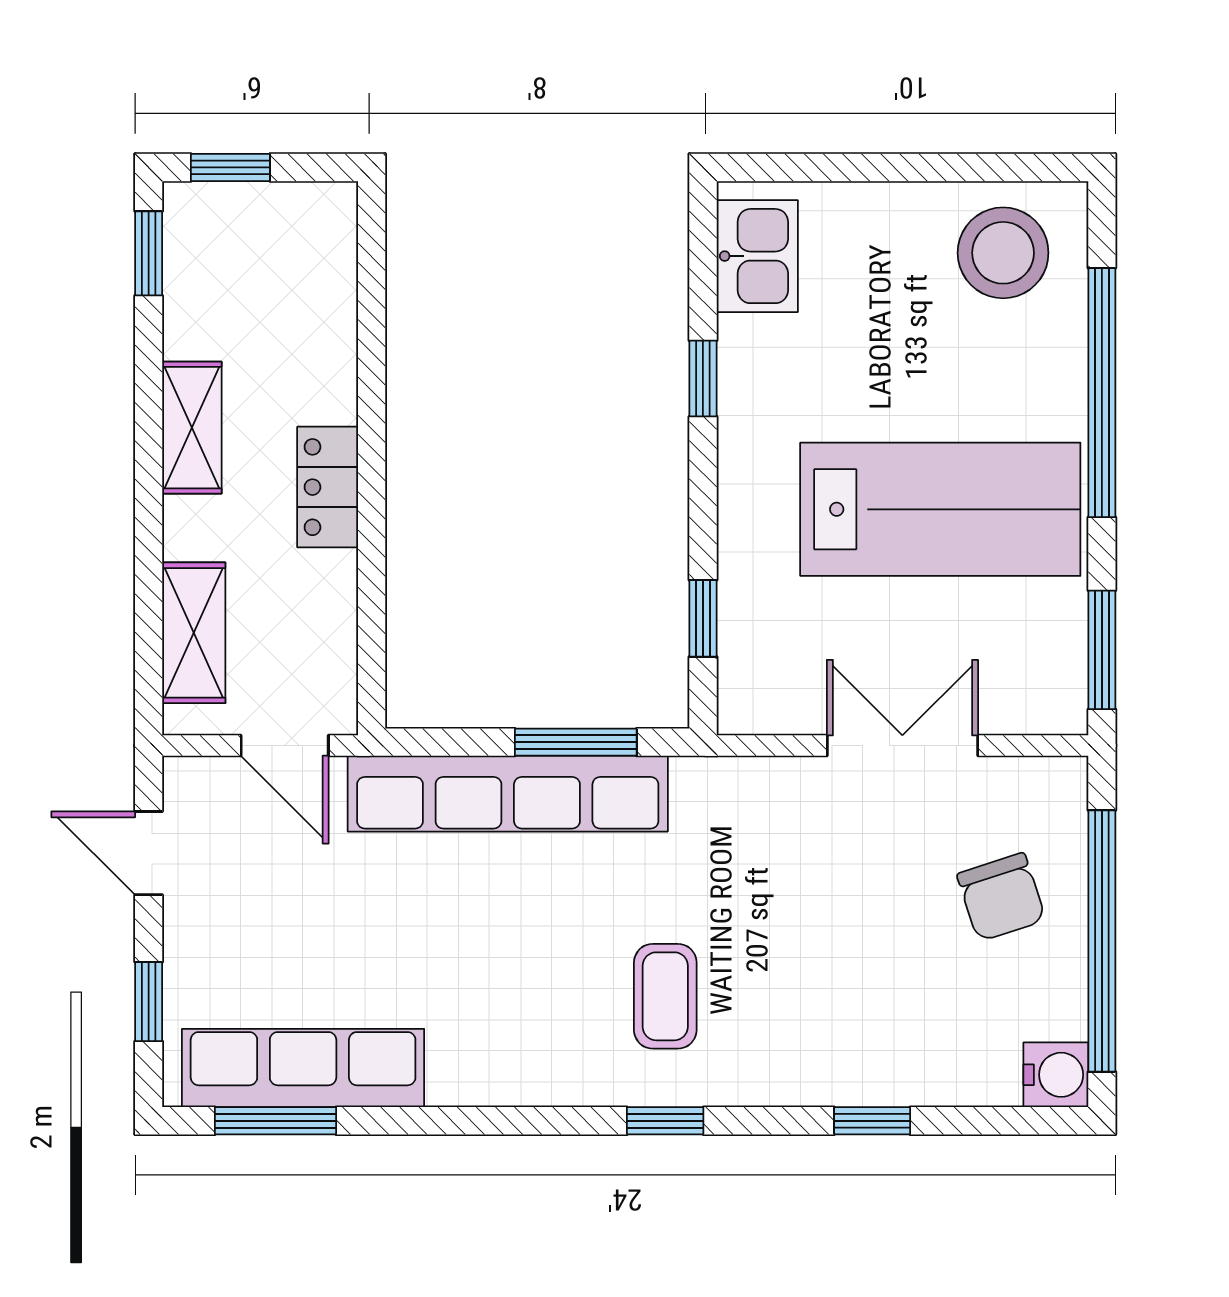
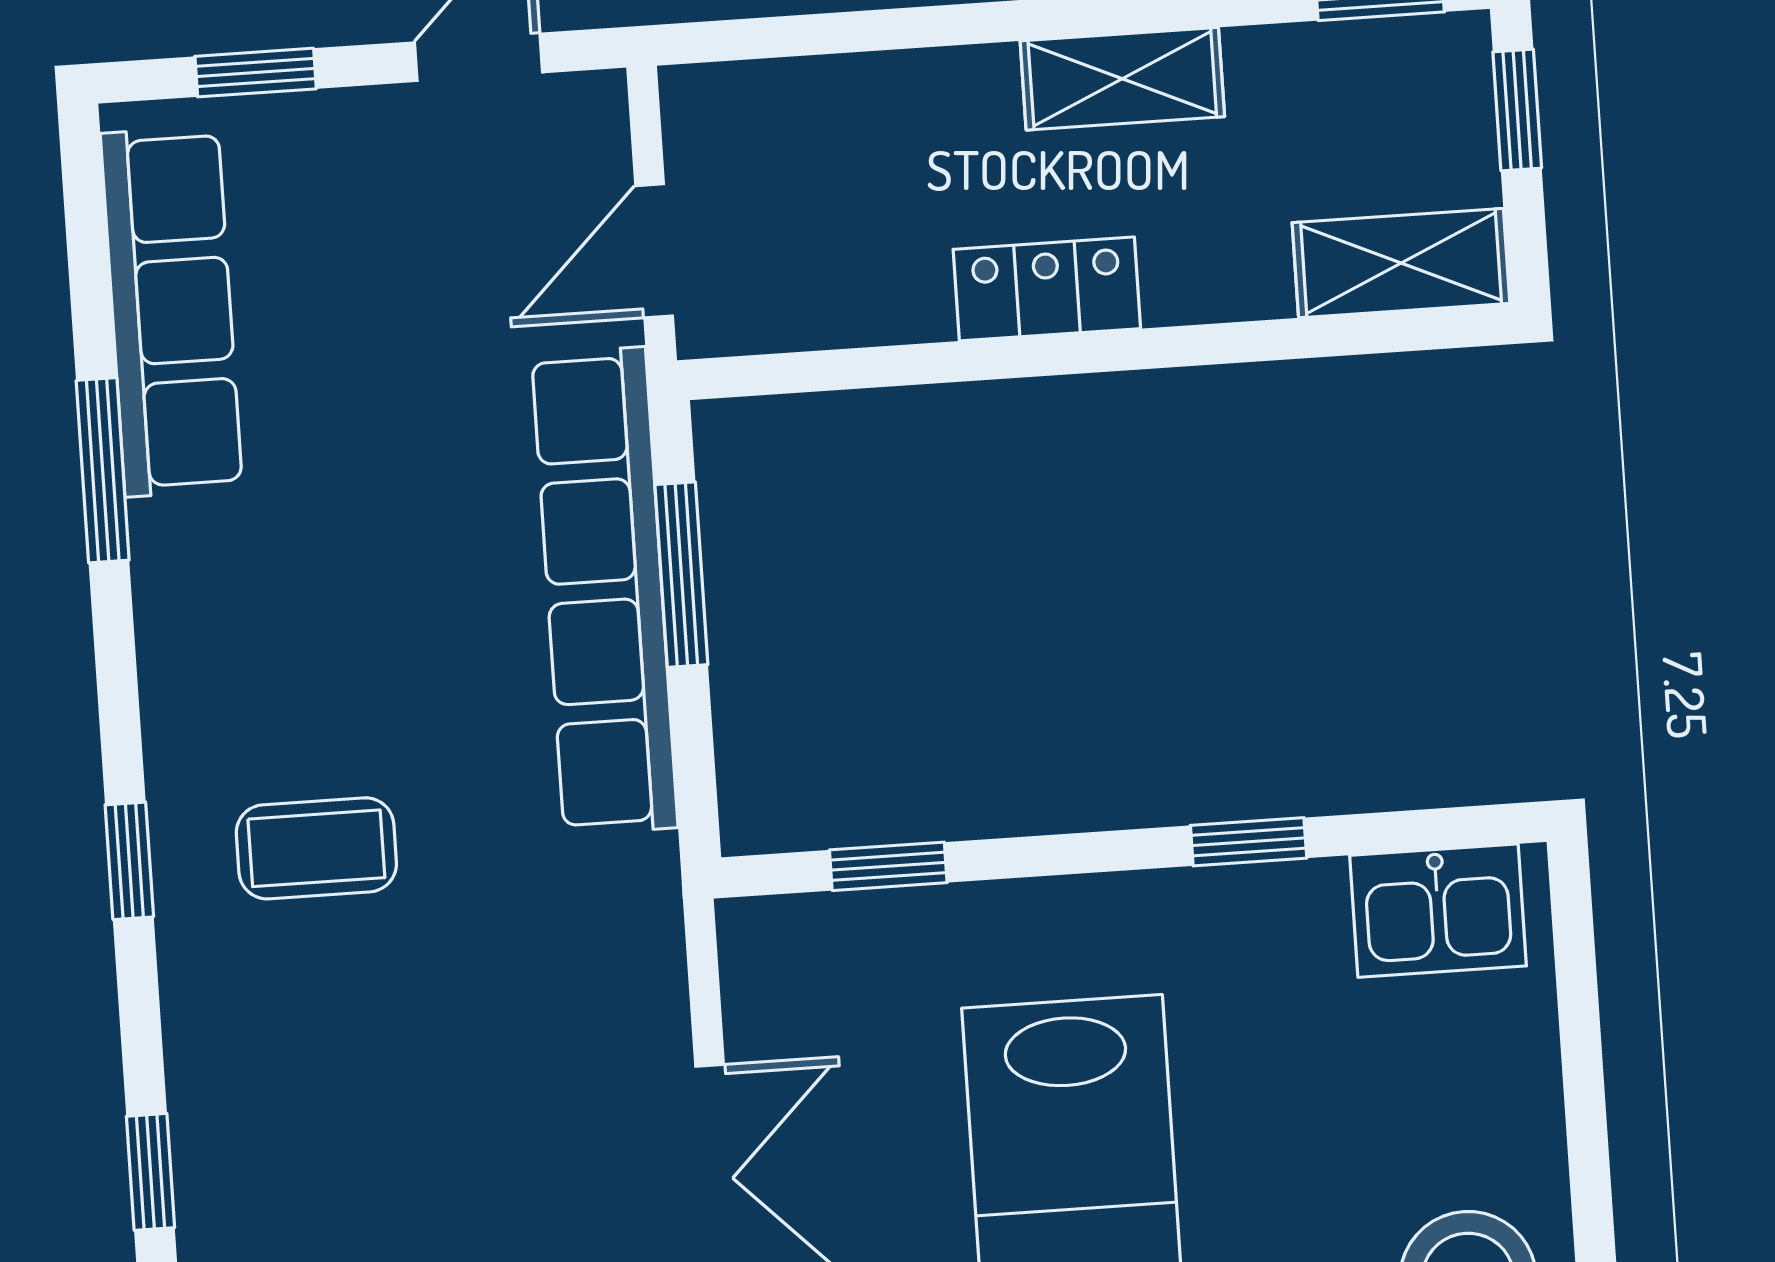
shelving: (194, 633) -> (1401, 263), moved
window: (576, 742) -> (681, 575), moved
window: (276, 1121) -> (103, 470), moved

